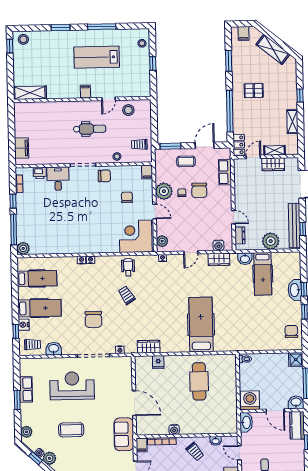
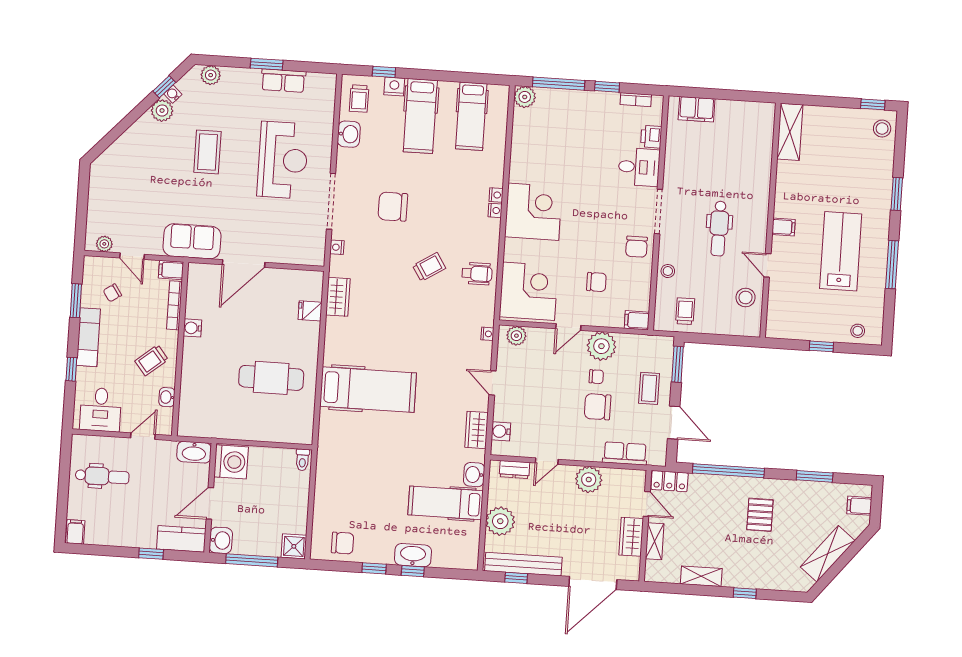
plant: (242, 192) -> (589, 480), added
corner desk: (89, 238) -> (533, 212), added

